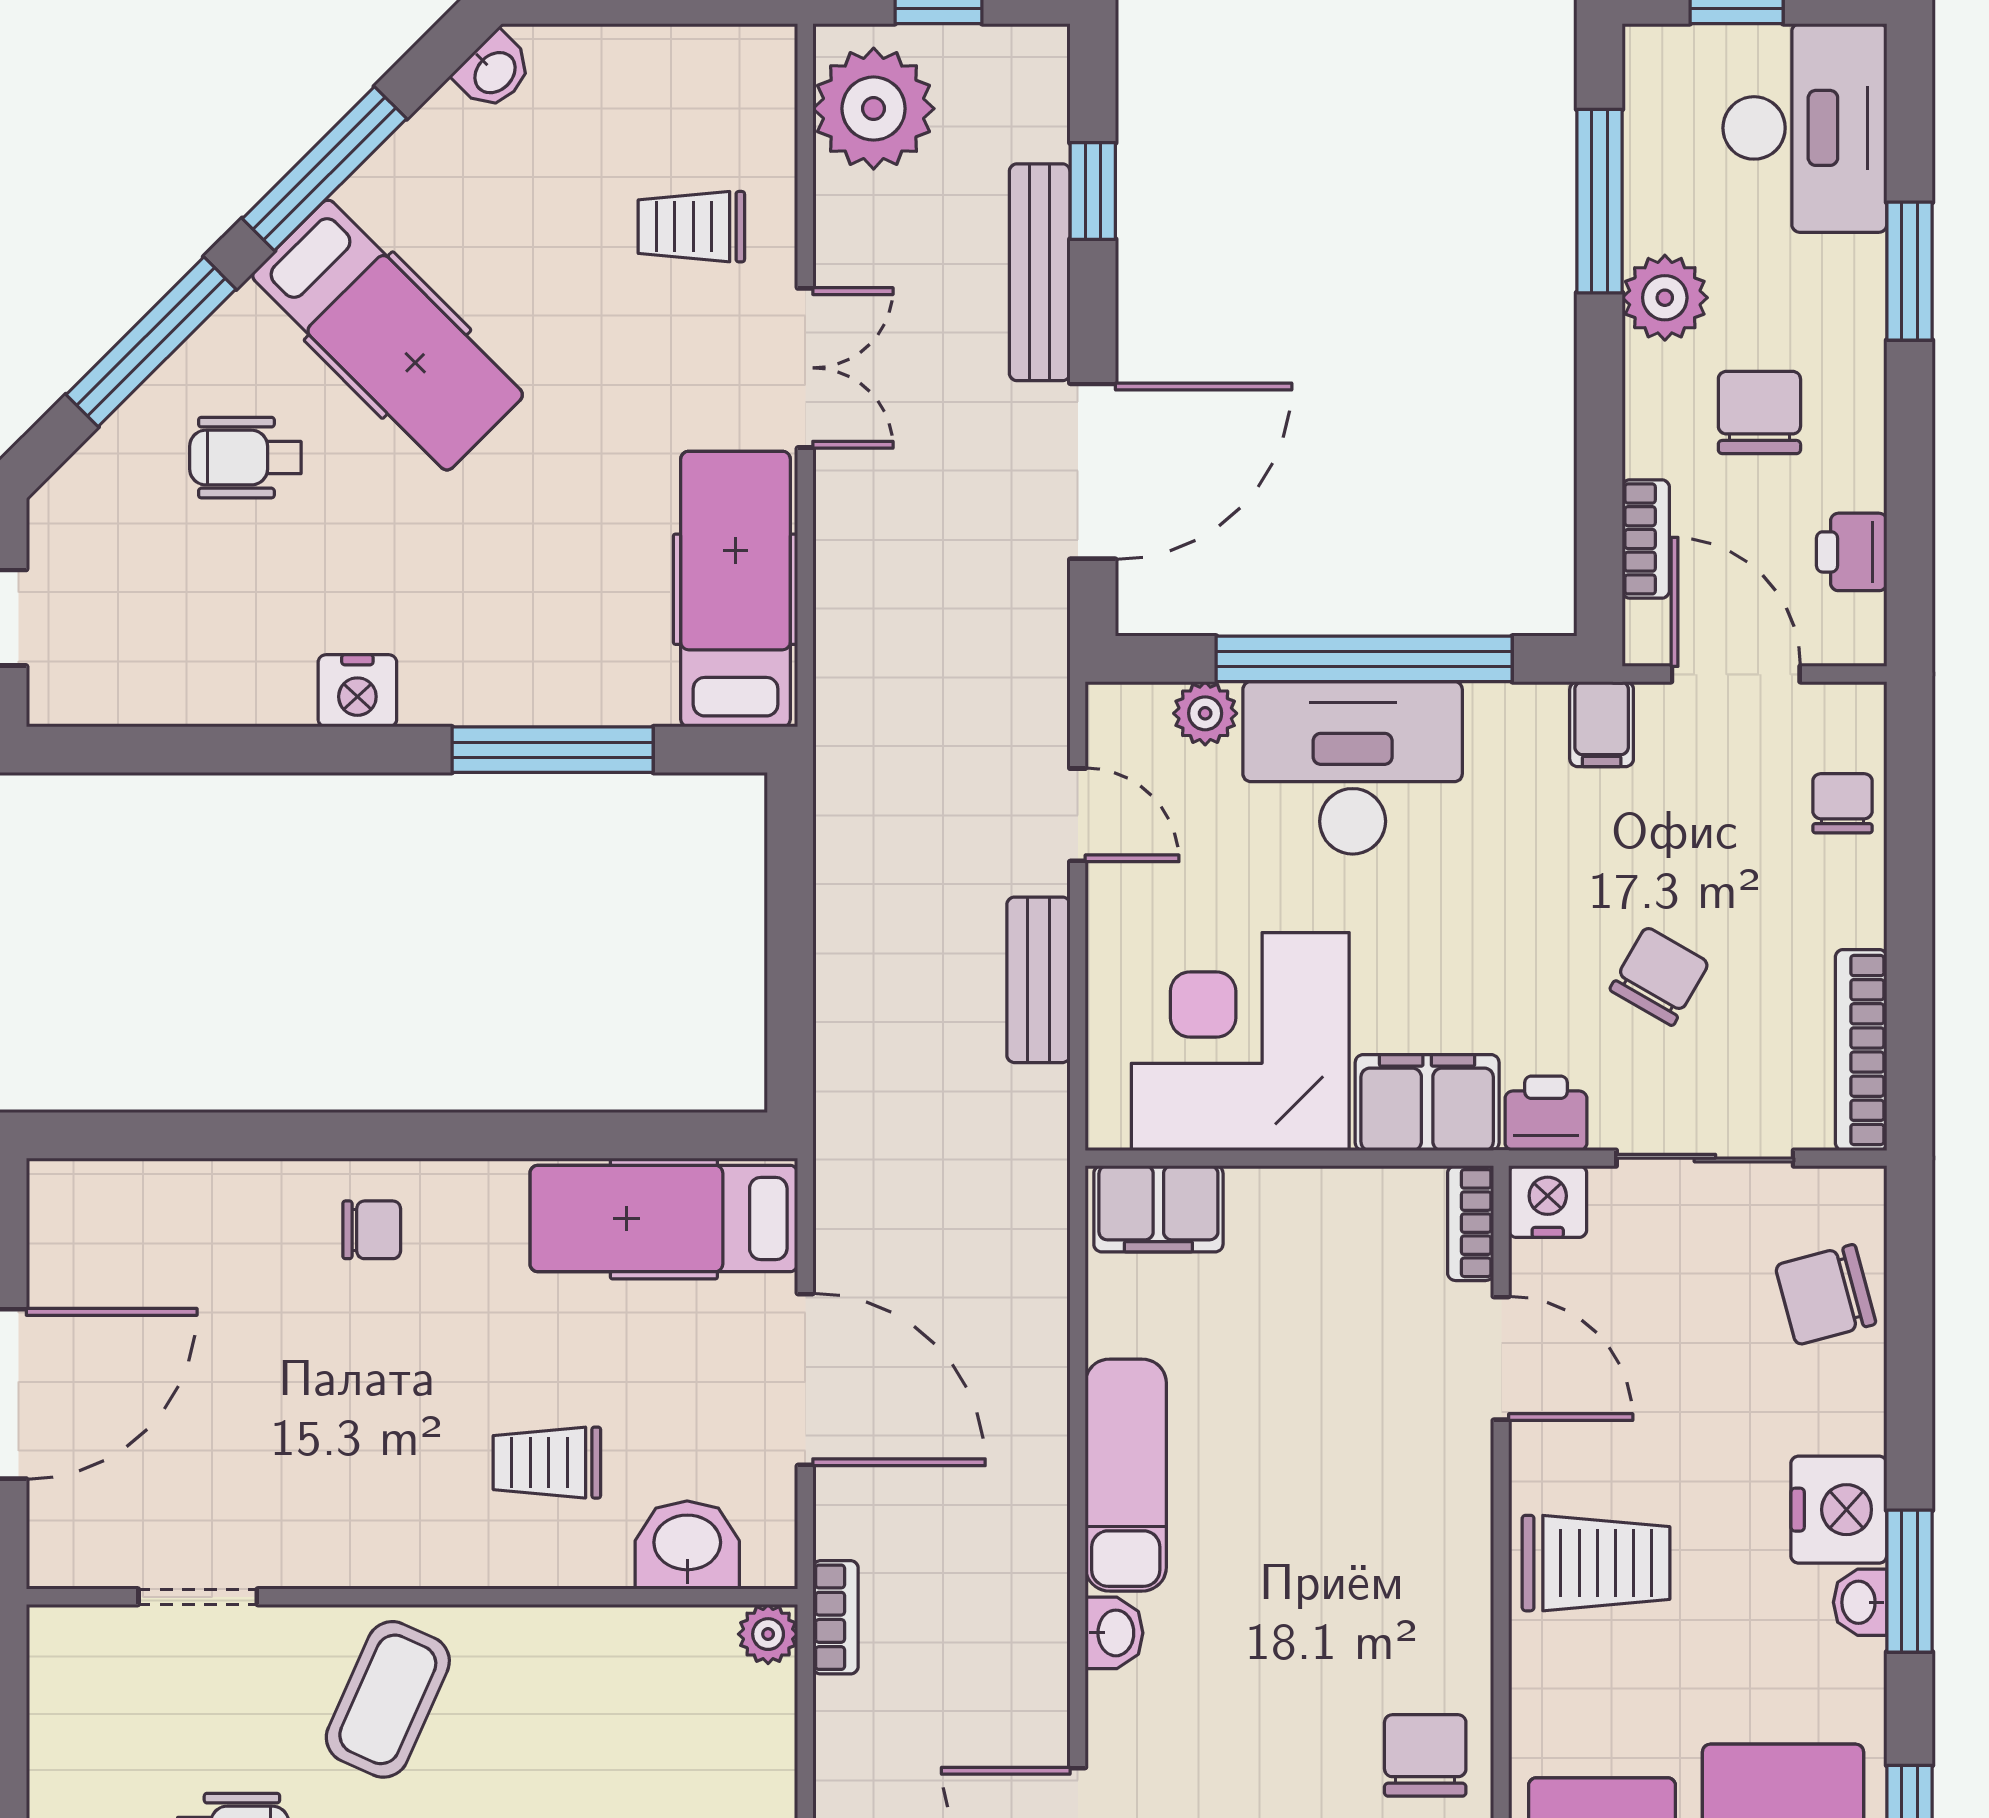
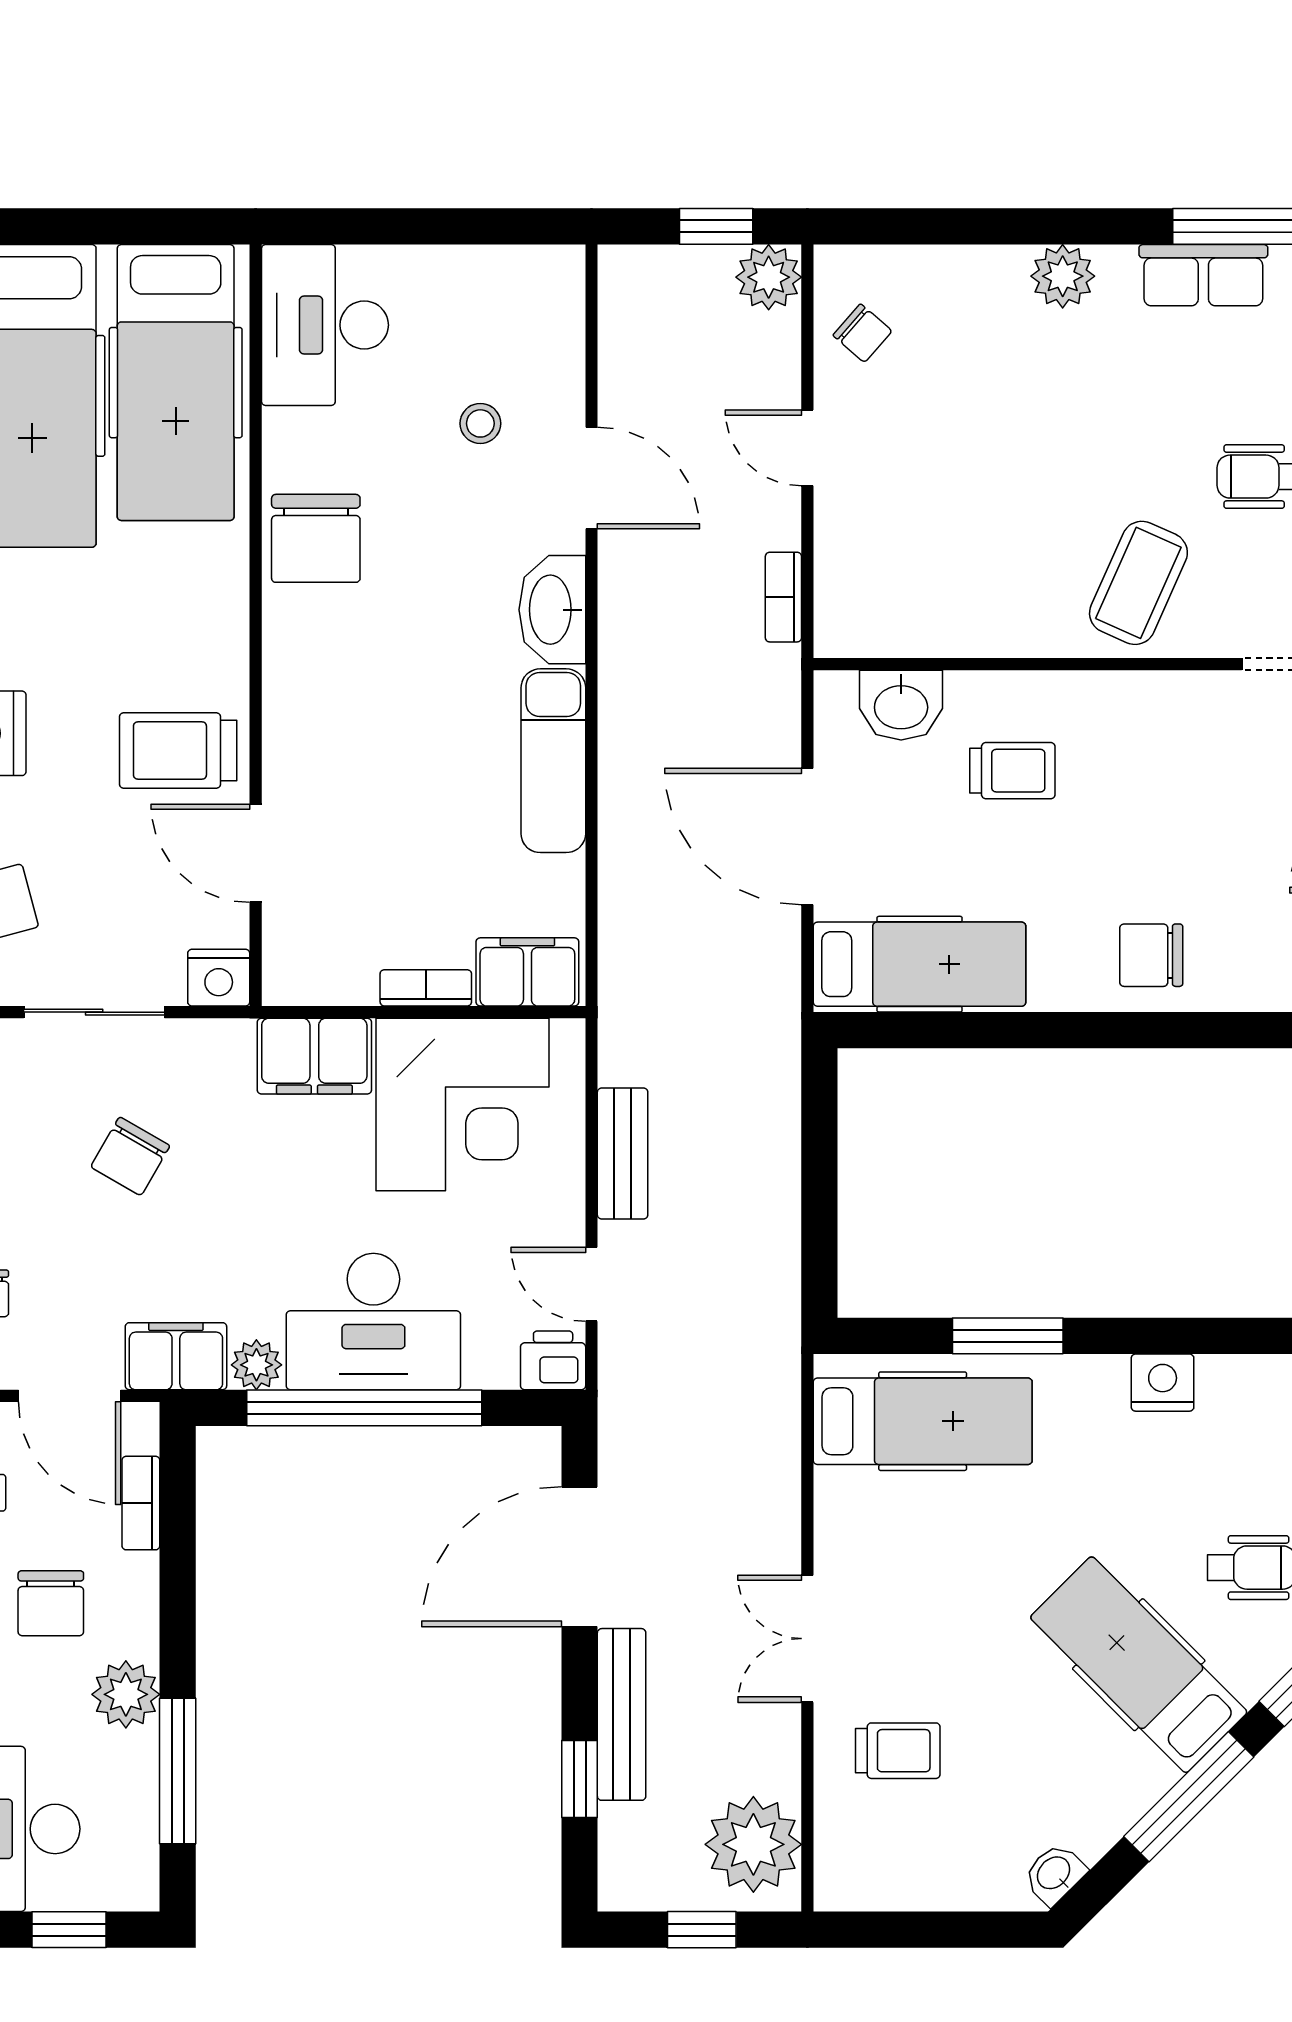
hospital bed: (736, 589) -> (923, 1421), moved, turned -90
plant: (1205, 713) -> (256, 1365), moved
filing cabinet: (1602, 724) -> (176, 1356), width x2.00
window: (553, 750) -> (1008, 1336), width x0.69
printer: (1546, 1113) -> (553, 1360), moved, turned 180
bookcase: (1471, 1223) -> (426, 988), moved, turned -90
chair: (372, 1230) -> (1151, 955), width x1.37, depth x1.37
trolley: (1596, 1563) -> (178, 750), moved
bookcase: (836, 1617) -> (783, 597), moved
washbasin: (1114, 1633) -> (552, 610), width x1.91, depth x1.45
plant: (768, 1634) -> (837, 635), removed
chair: (1425, 1755) -> (316, 538), width x1.37, depth x1.37

